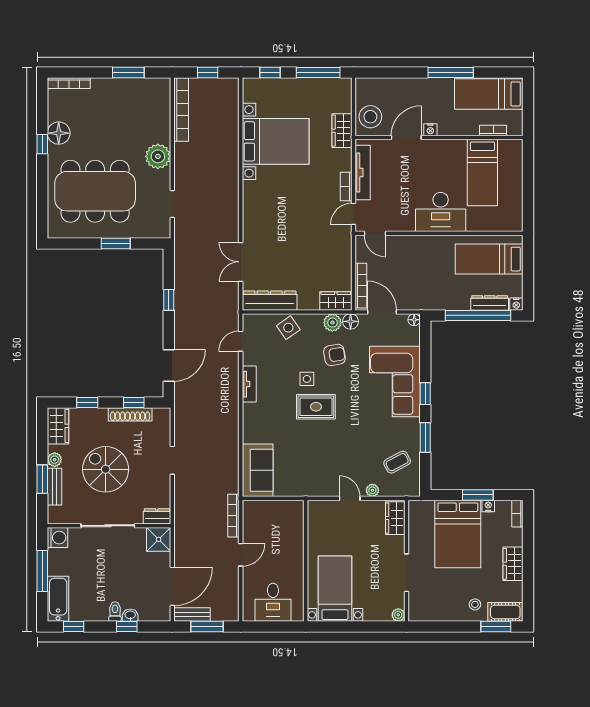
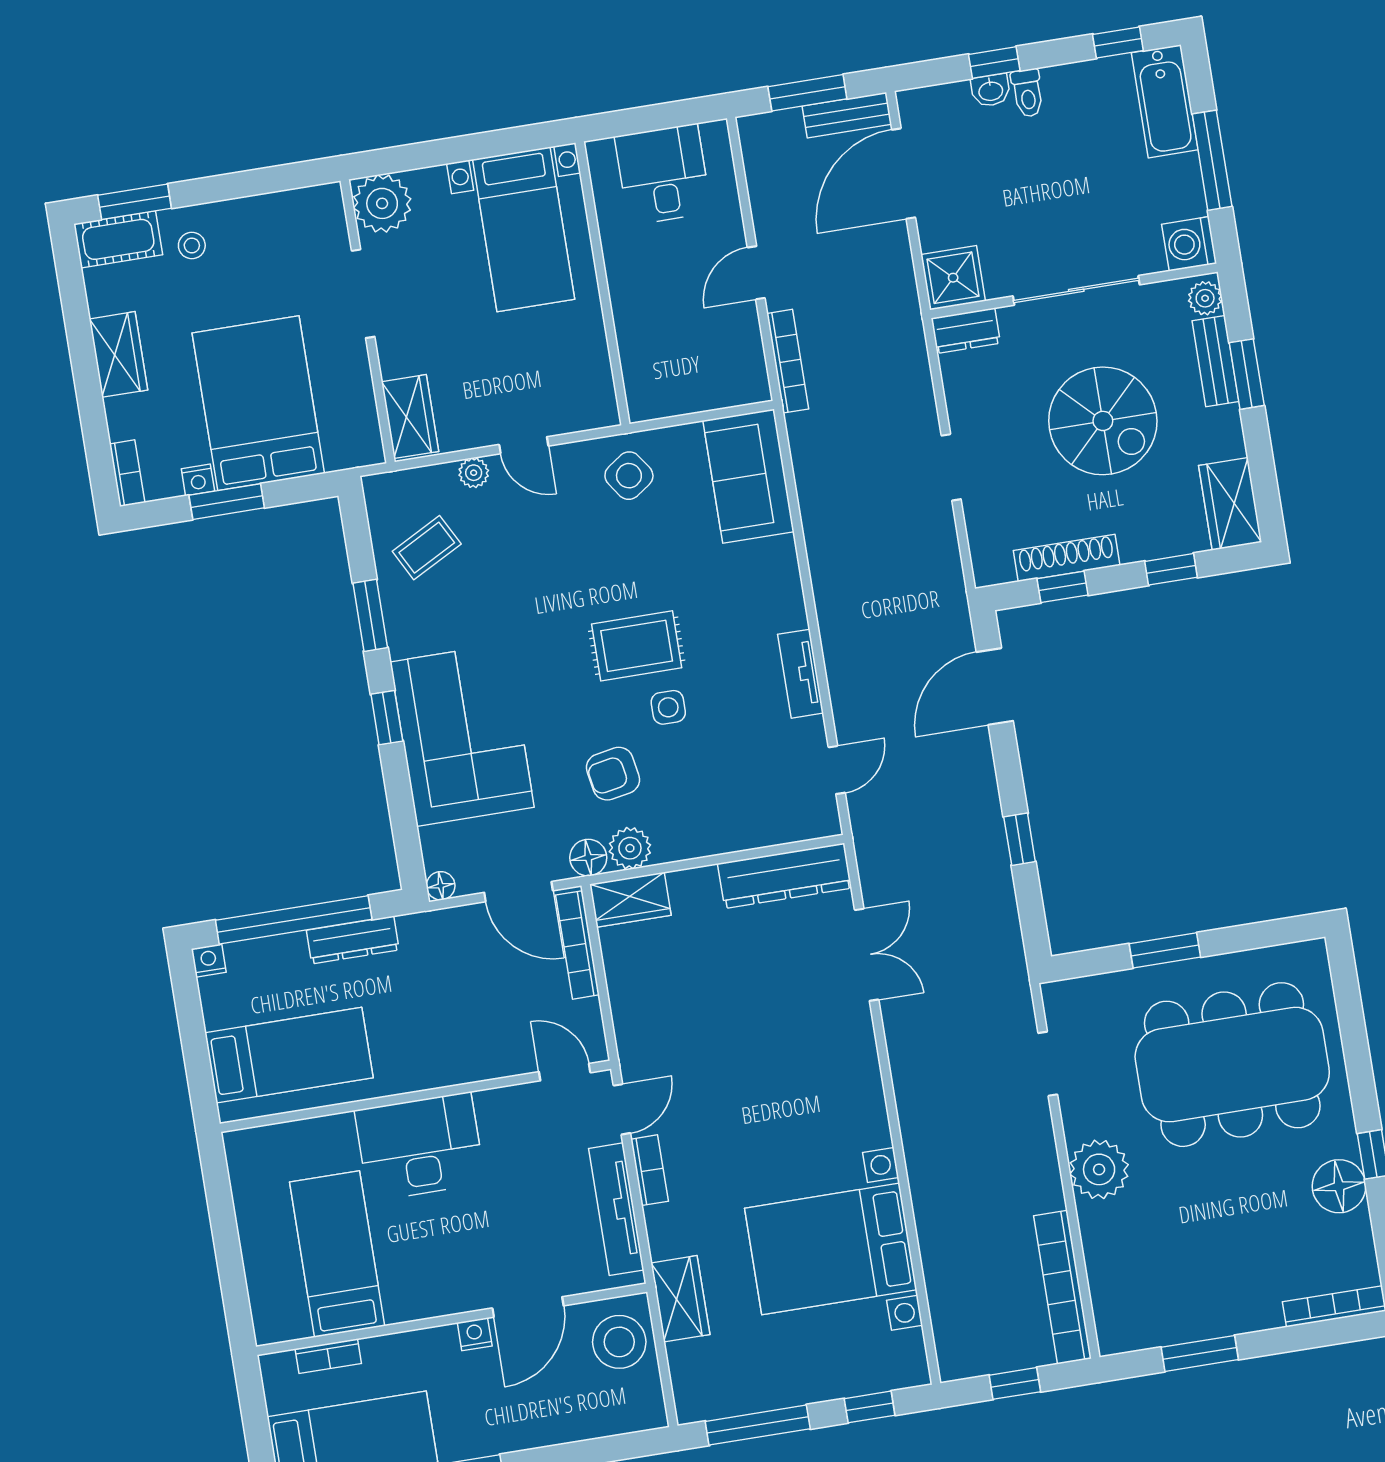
dresser: (490, 303) -> (353, 940), moved
side table: (288, 328) -> (629, 476), moved
plant: (55, 460) -> (1205, 298), moved
plant: (398, 615) -> (382, 203), width x1.87, depth x1.87

